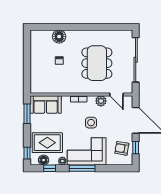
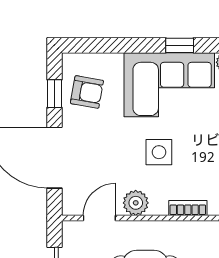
door: (116, 94) -> (99, 218), hinge flipped
window: (82, 168) -> (180, 45), width x0.46

